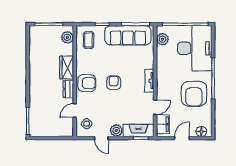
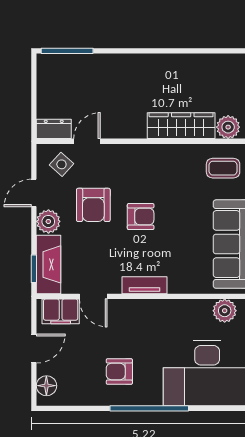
wardrobe: (67, 68) -> (181, 126), width x1.50
armchair: (87, 83) -> (93, 205), moved
dresser: (68, 89) -> (54, 129), moved
armchair: (194, 94) -> (119, 372), width x0.53, depth x0.53
door: (75, 111) -> (87, 141), hinge flipped
door: (182, 138) -> (34, 348), hinge flipped

